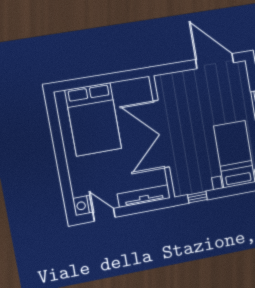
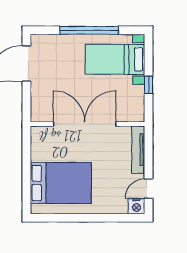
double door: (161, 134) -> (85, 124), swing flipped
window: (197, 197) -> (149, 85), moved

